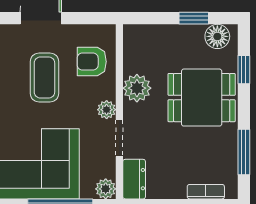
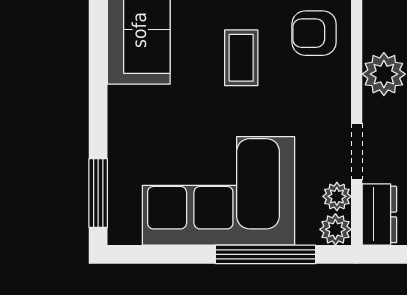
coffee table: (44, 78) -> (241, 58), width x0.73, depth x0.77
plant: (107, 110) -> (337, 196), moved

